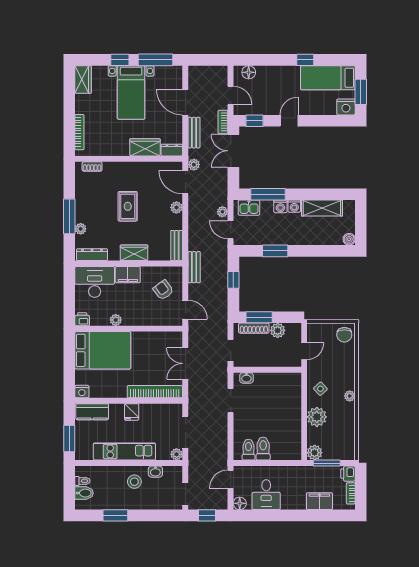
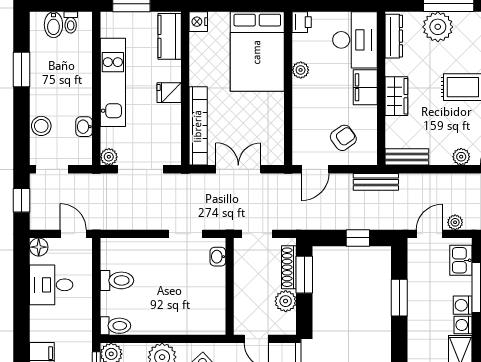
plant: (81, 229) -> (438, 27), width x1.87, depth x1.87
toilet: (248, 450) -> (115, 326), moved
stool: (134, 482) -> (41, 126), moved

